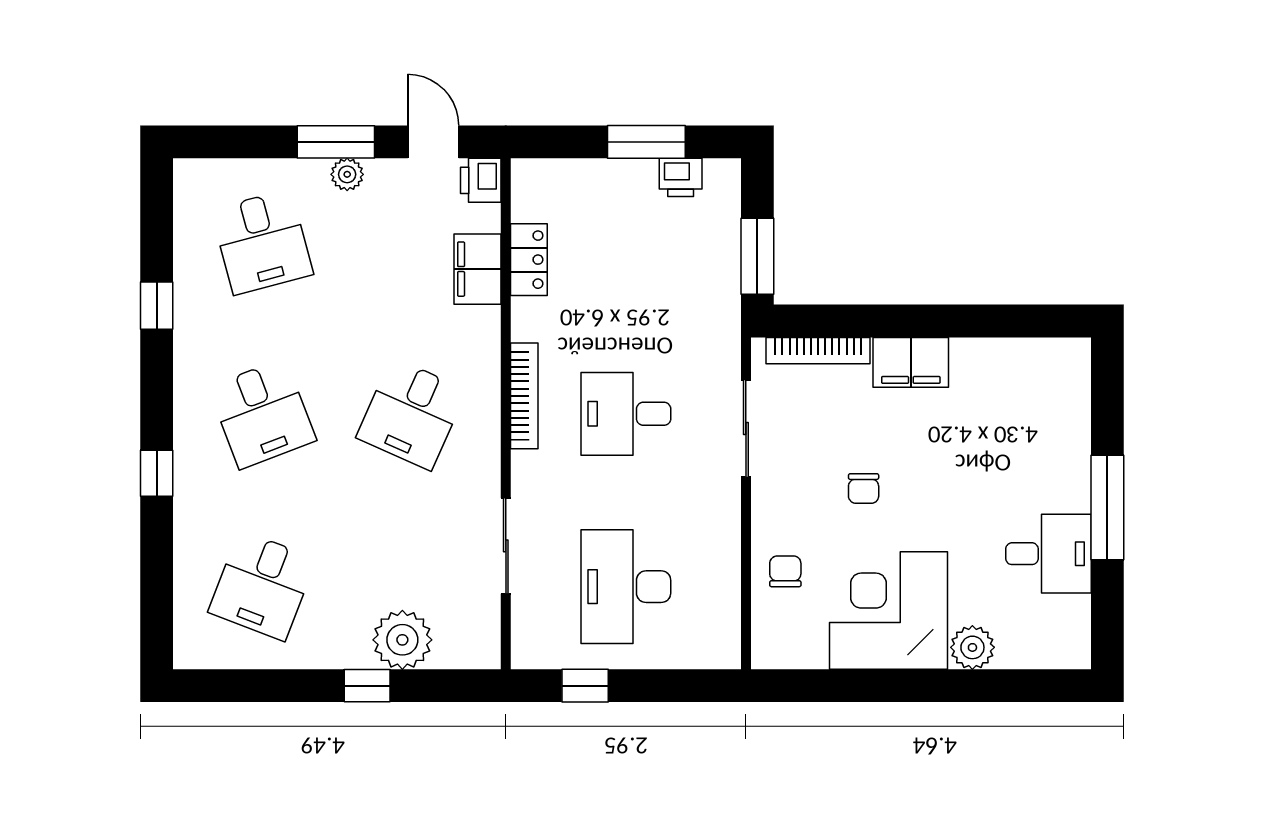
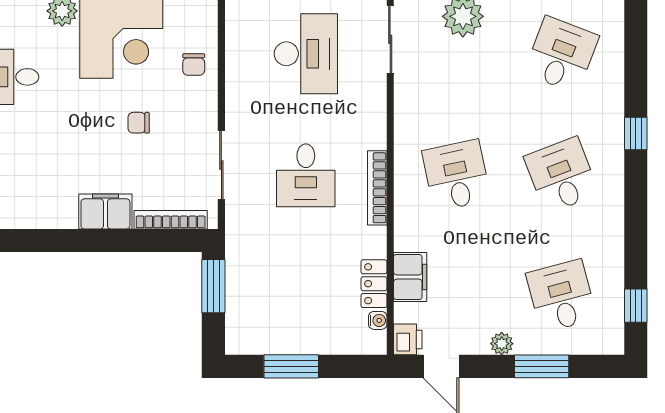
window: (336, 142) -> (542, 366), moved
printer: (681, 177) -> (267, 341), removed
water cooler: (524, 207) -> (378, 320), added
window: (157, 306) -> (636, 306), moved
desk: (412, 414) -> (456, 175), turned -36
desk: (626, 414) -> (306, 175), turned 90
chair: (864, 489) -> (139, 123), turned -90
sliding door: (506, 546) -> (390, 39), moved

